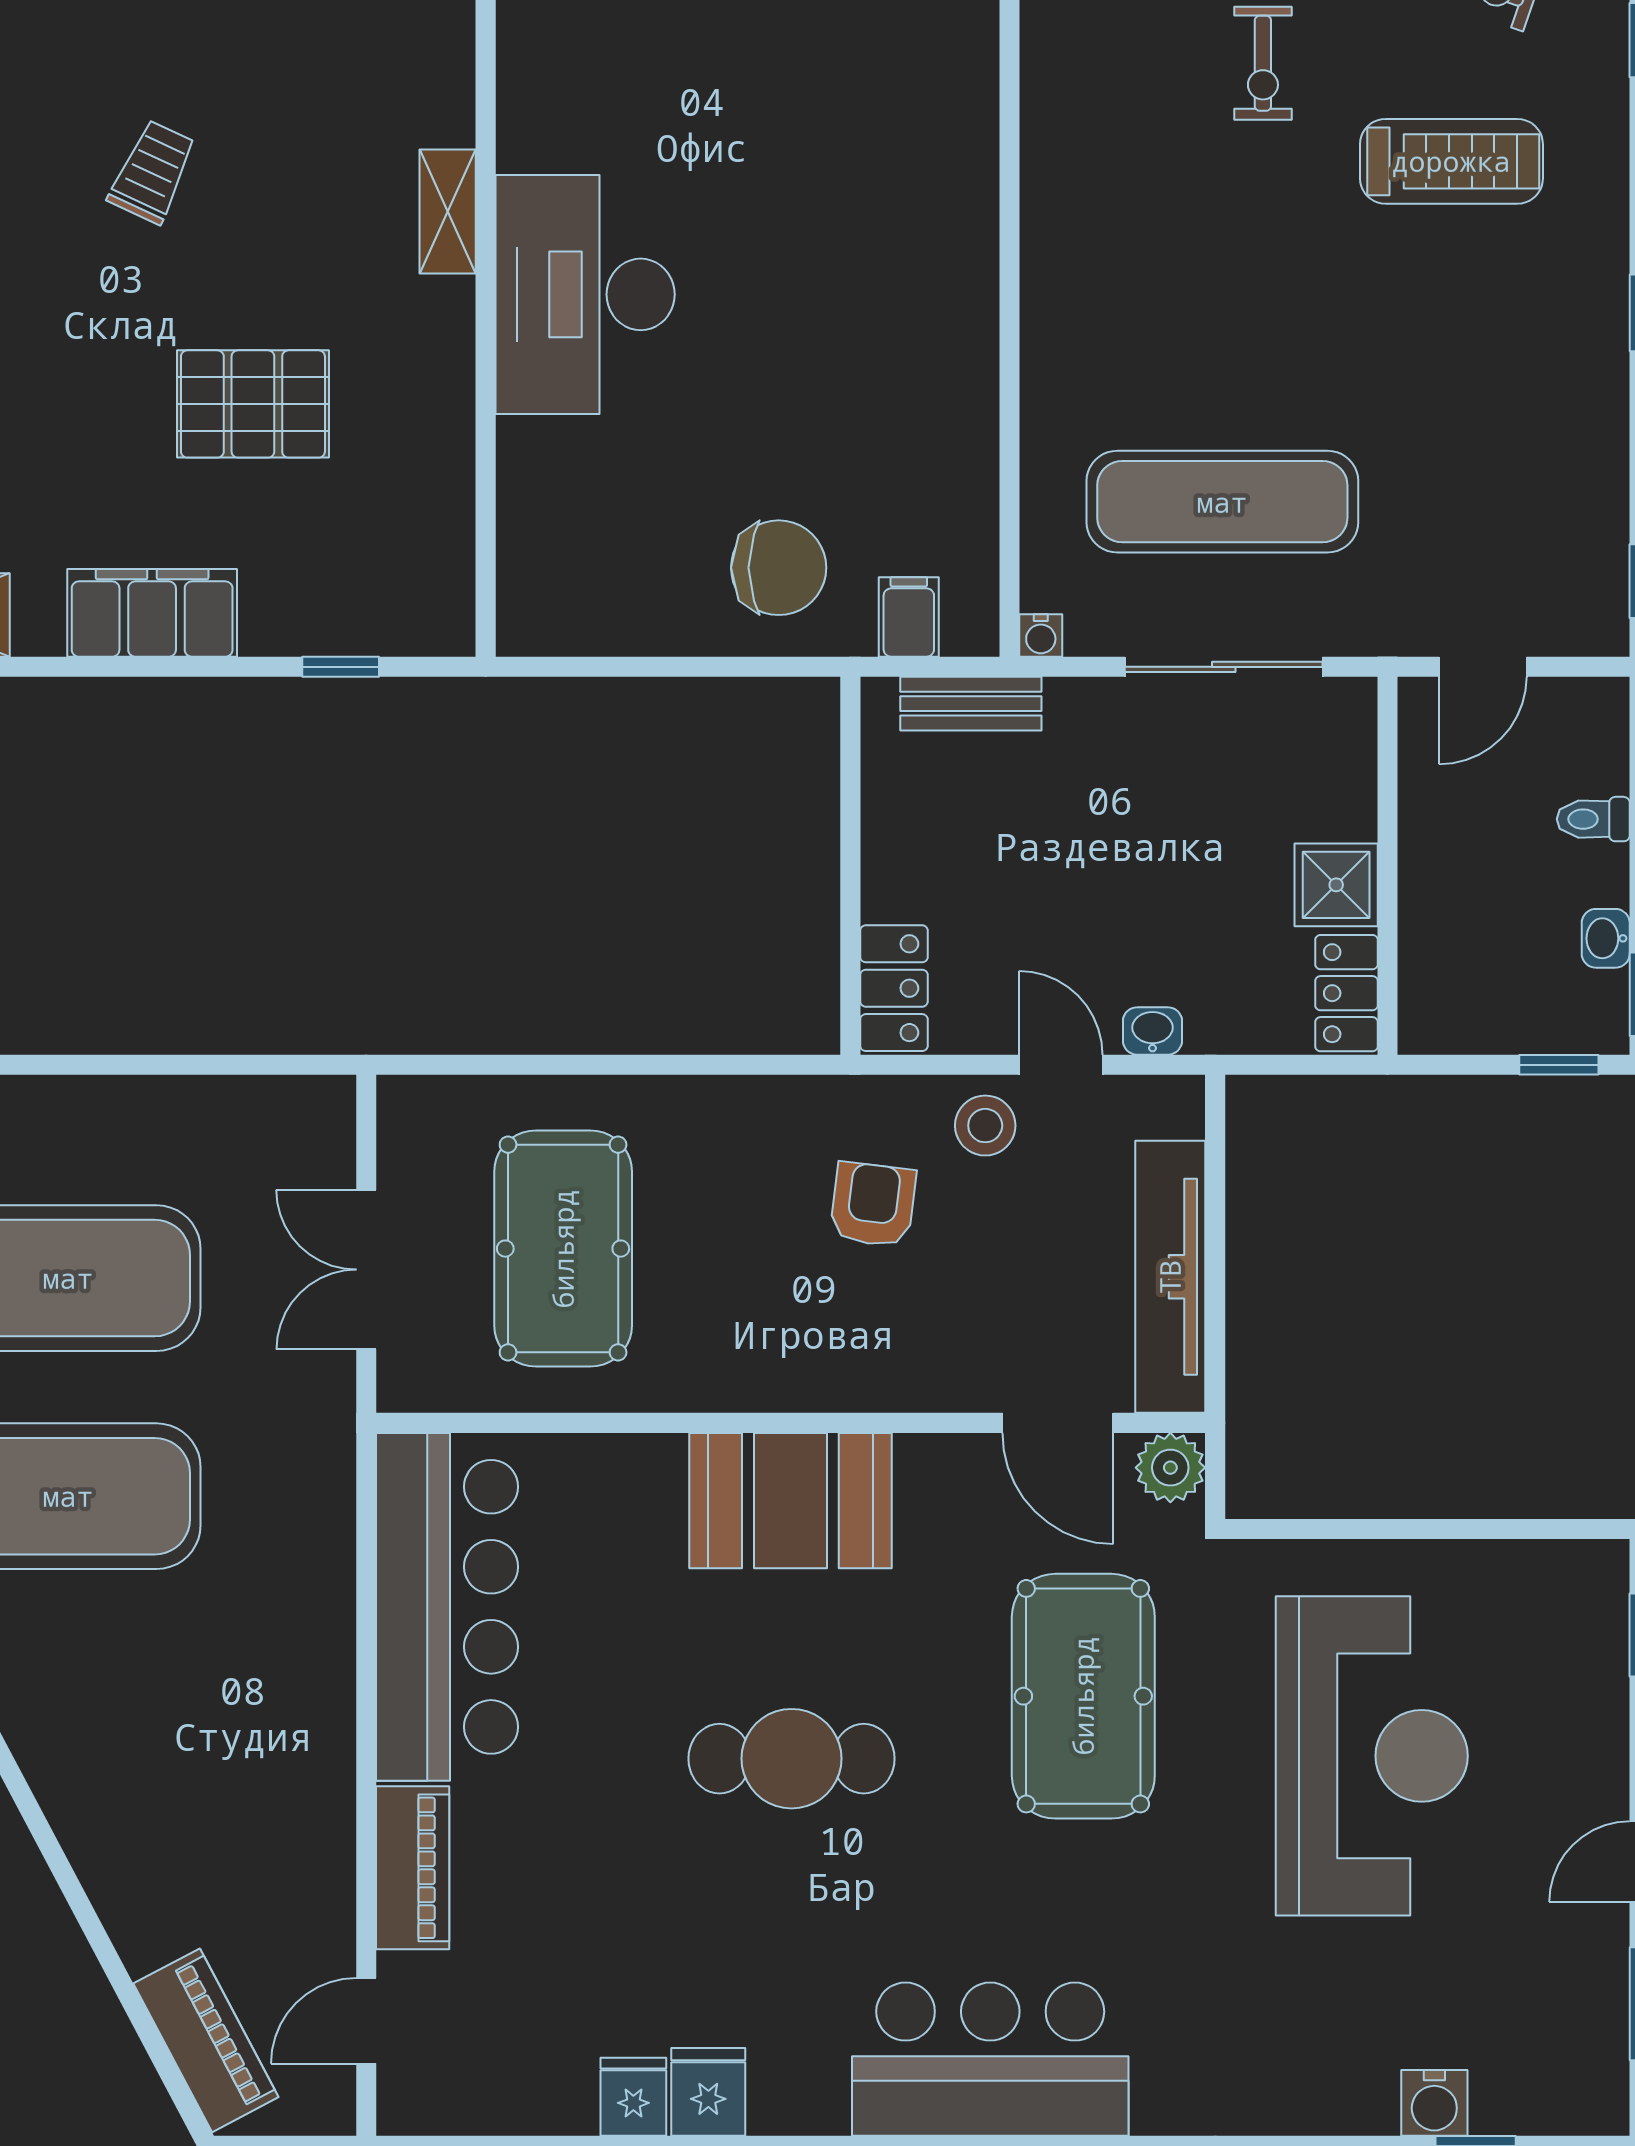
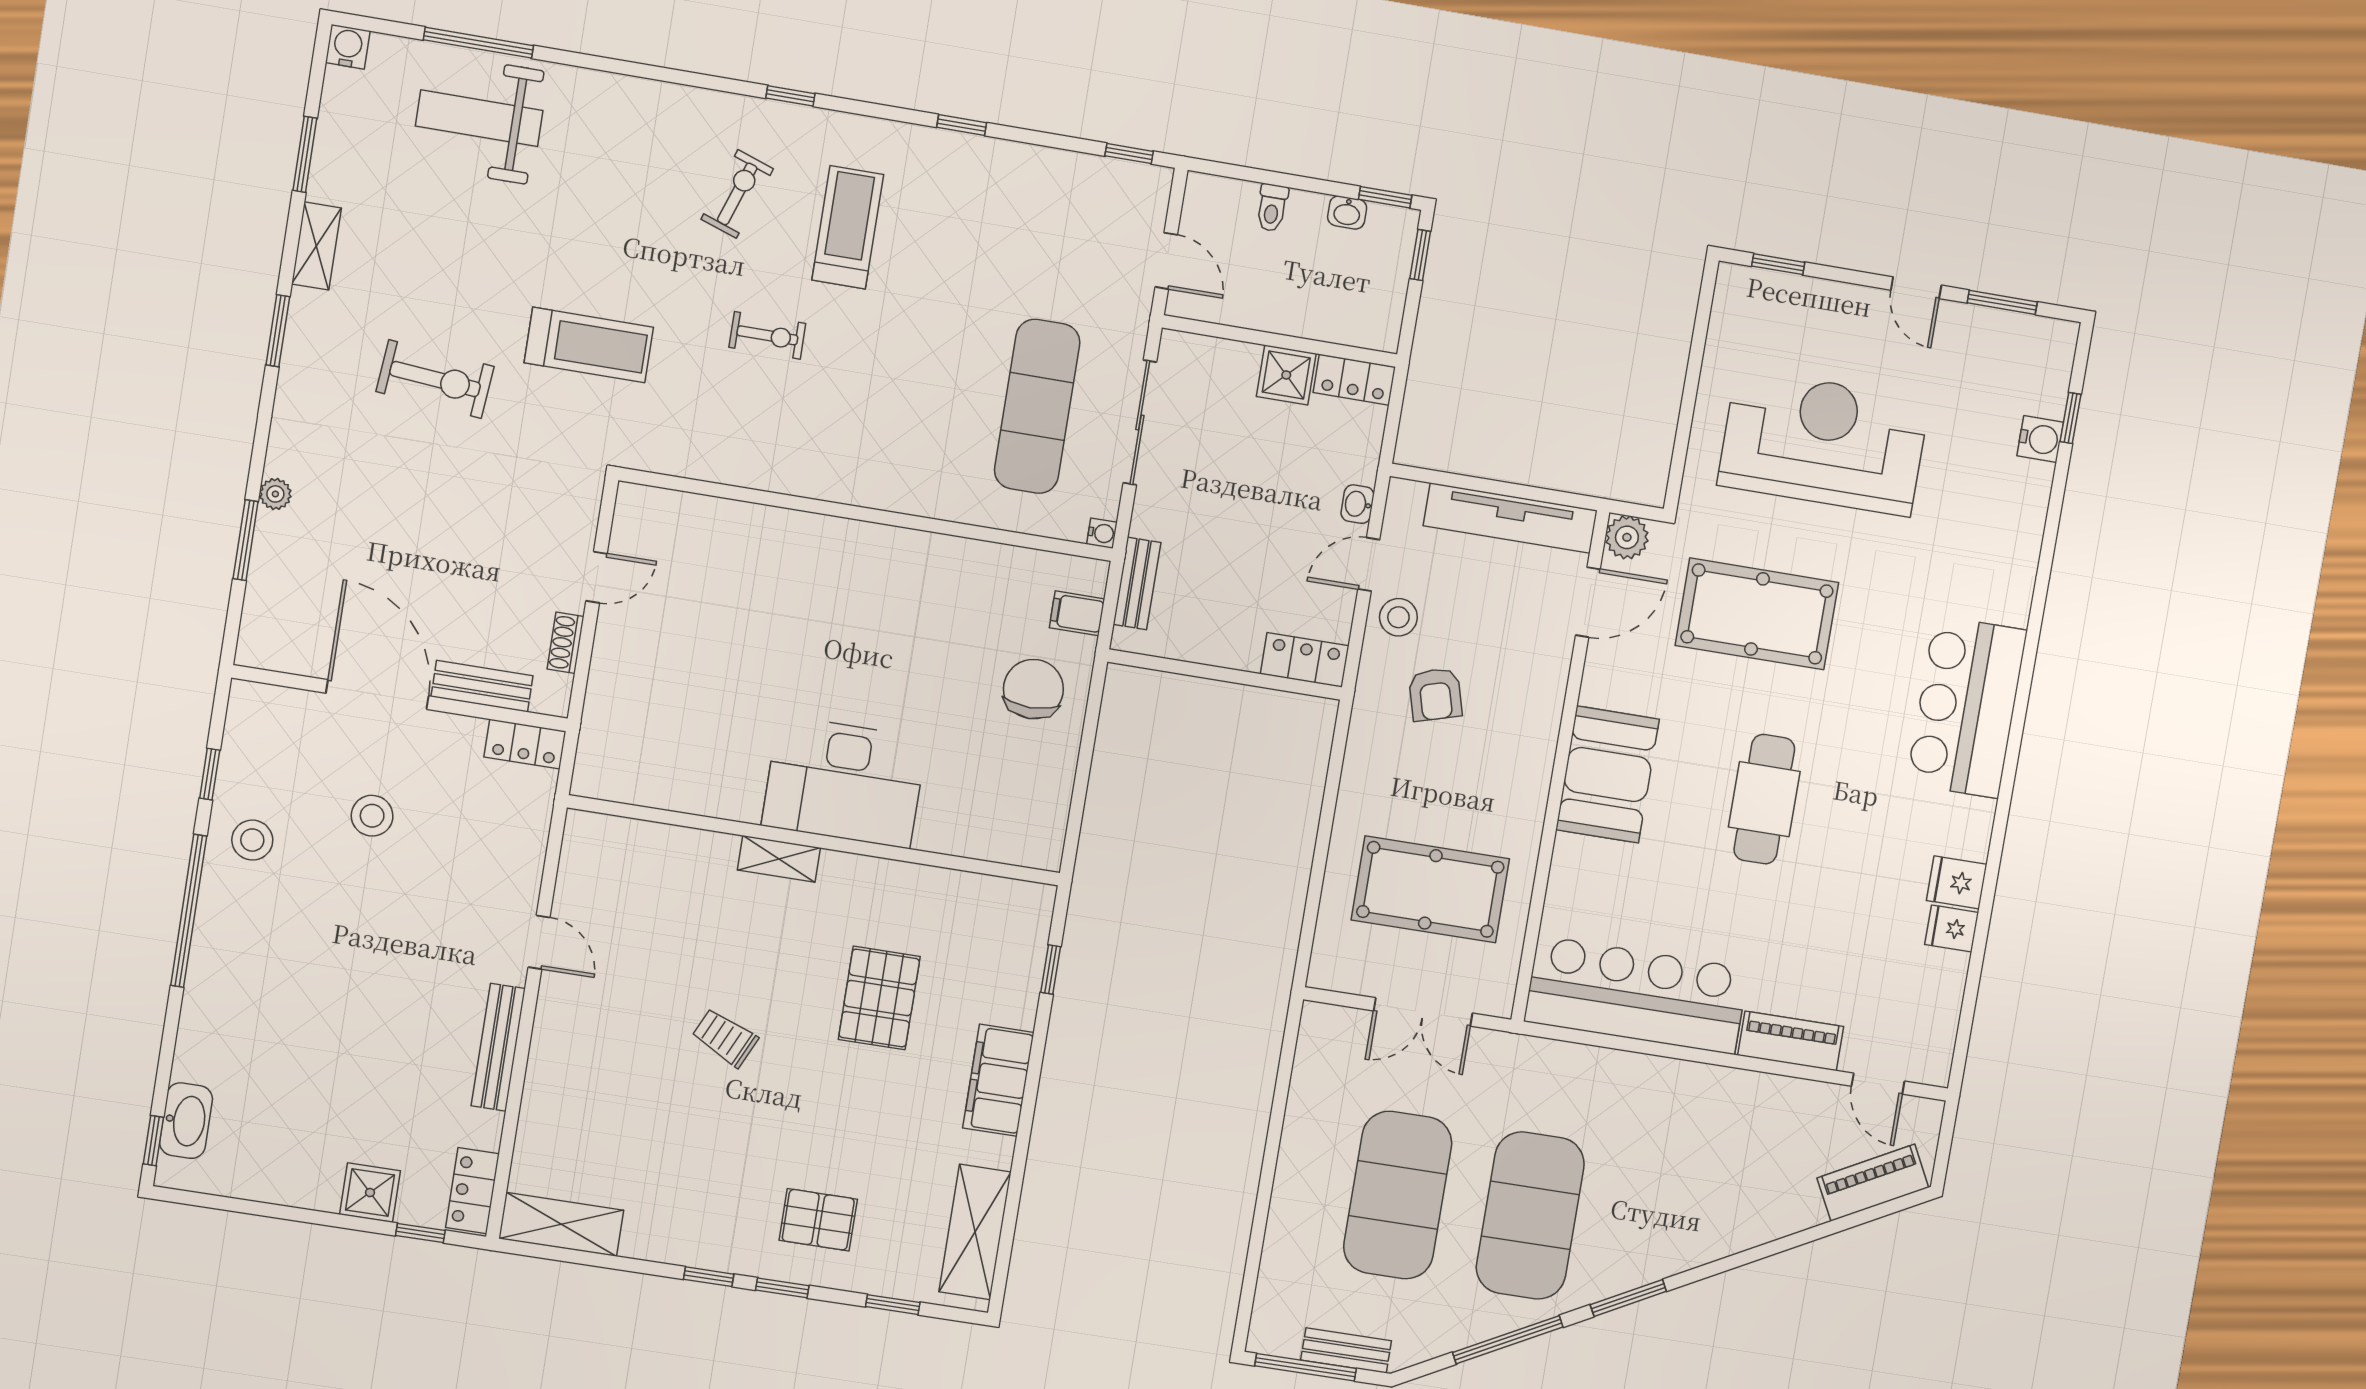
armchair: (873, 1205) -> (1435, 694), turned -113

